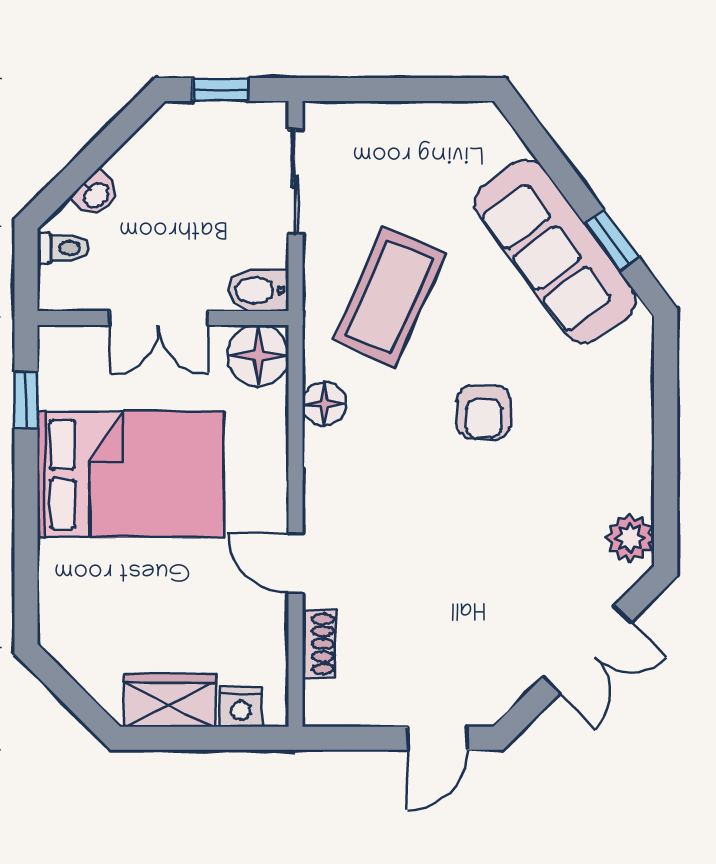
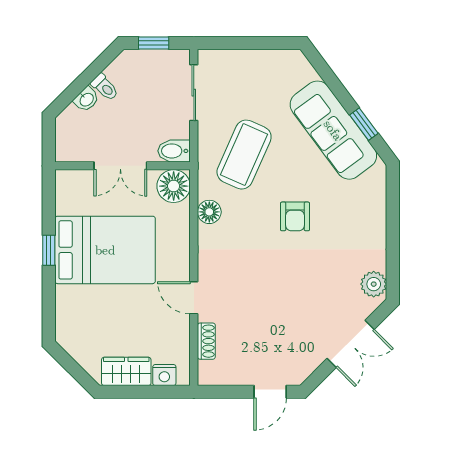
toilet: (63, 248) -> (105, 87), moved, turned 45
window: (26, 400) -> (49, 250), moved

